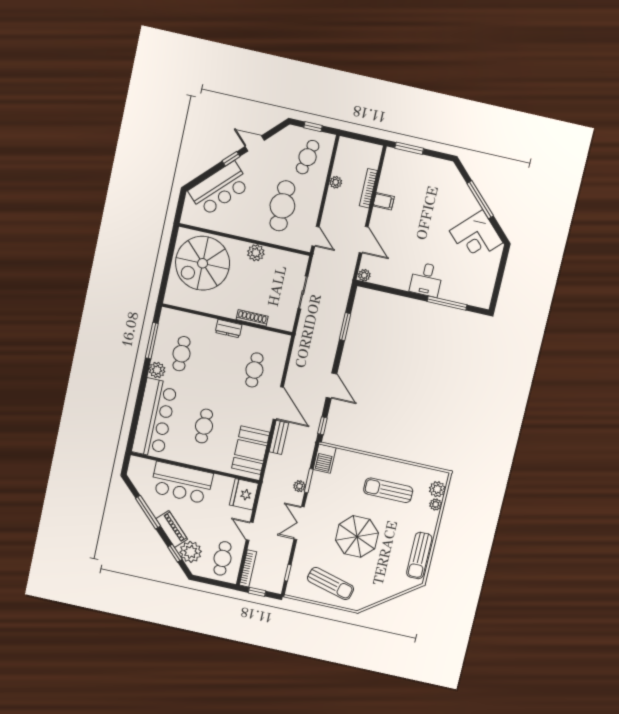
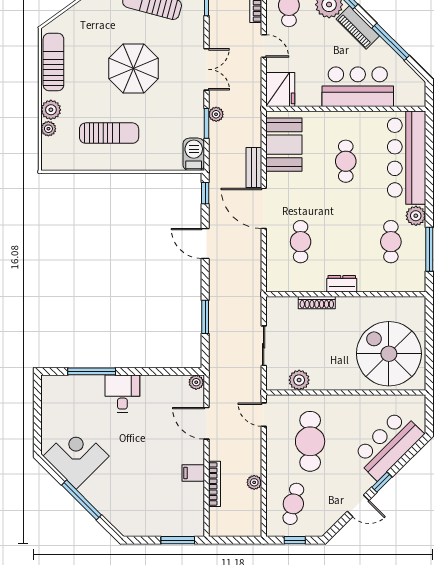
plant: (256, 253) -> (299, 380), moved
spiral stairs: (203, 263) -> (389, 354), turned -90
plant: (437, 489) -> (51, 110), moved

